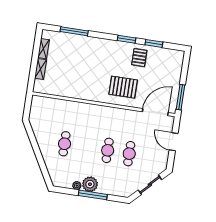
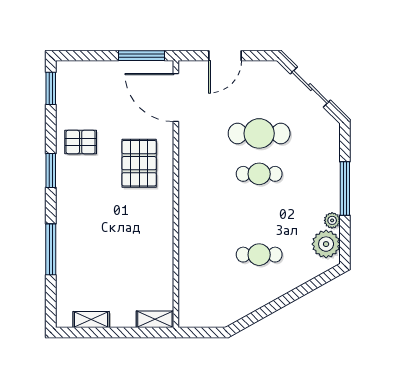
window: (74, 31) -> (51, 249), moved
window: (154, 43) -> (51, 88), moved
shelving: (41, 69) -> (155, 319), moved
cafe table: (129, 154) -> (259, 133), width x1.37, depth x1.35
plant: (90, 184) -> (326, 244), moved

